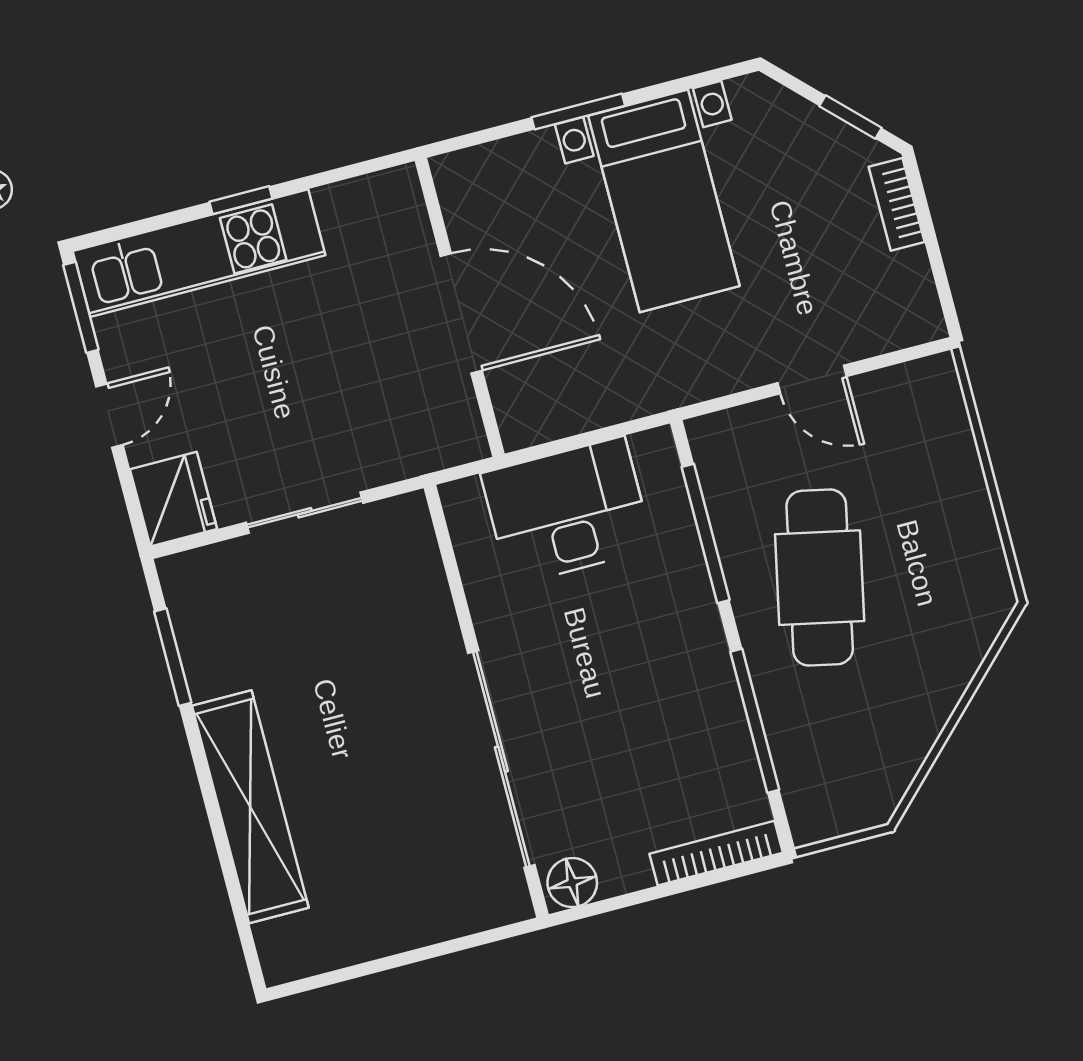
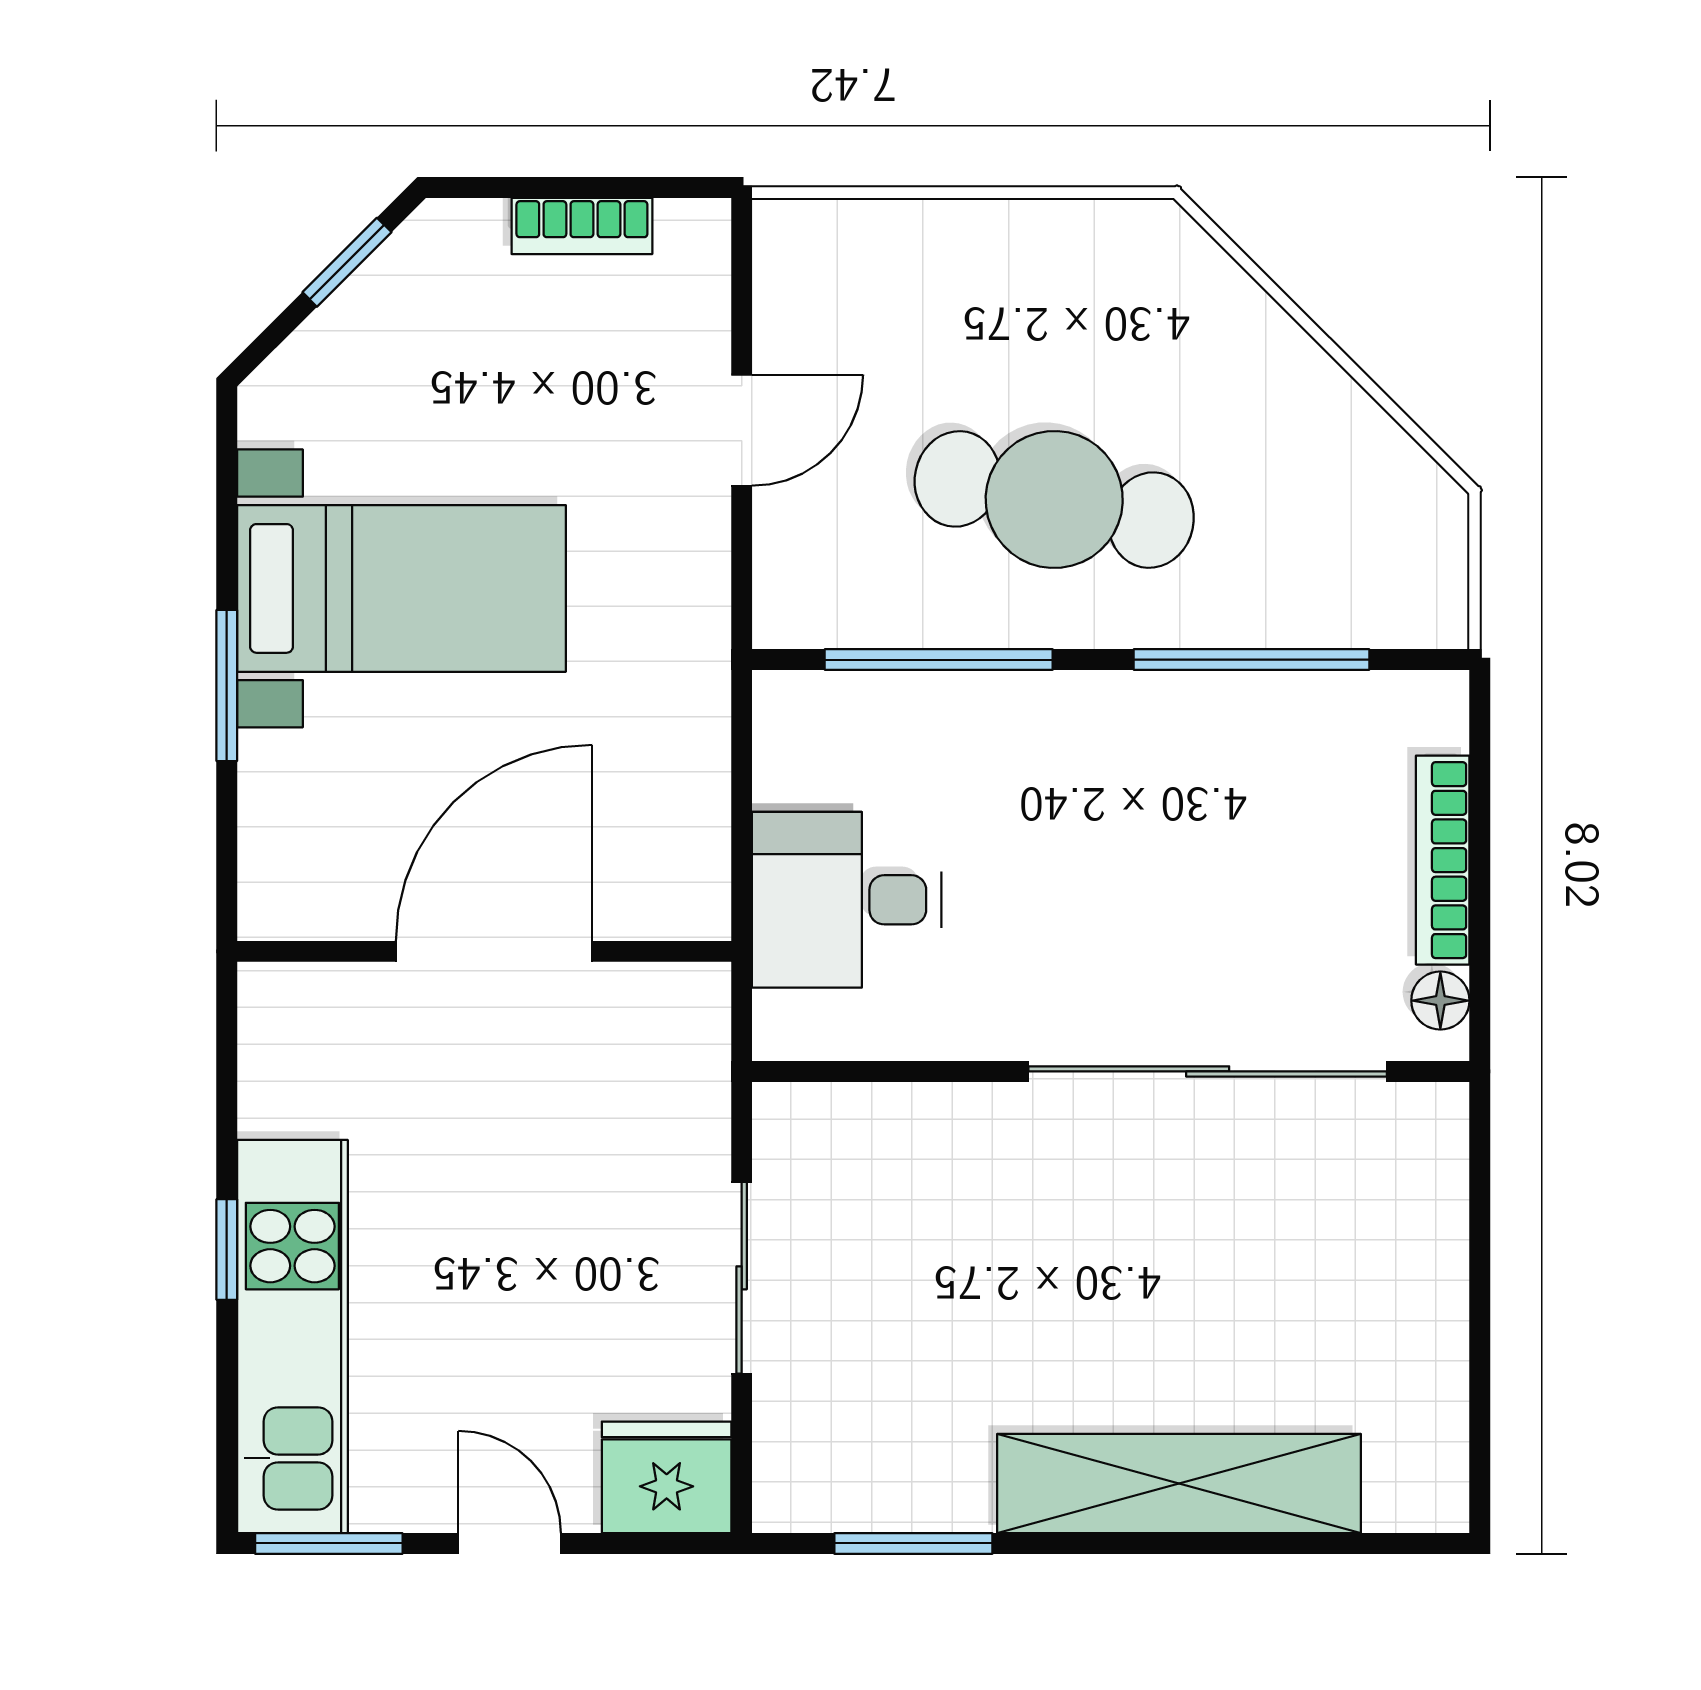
bookcase: (897, 204) -> (582, 226), moved
desk: (567, 511) -> (847, 900), width x0.73
bookcase: (716, 853) -> (1443, 860), moved
floor lamp: (572, 883) -> (1440, 1001), width x0.73, depth x0.73

